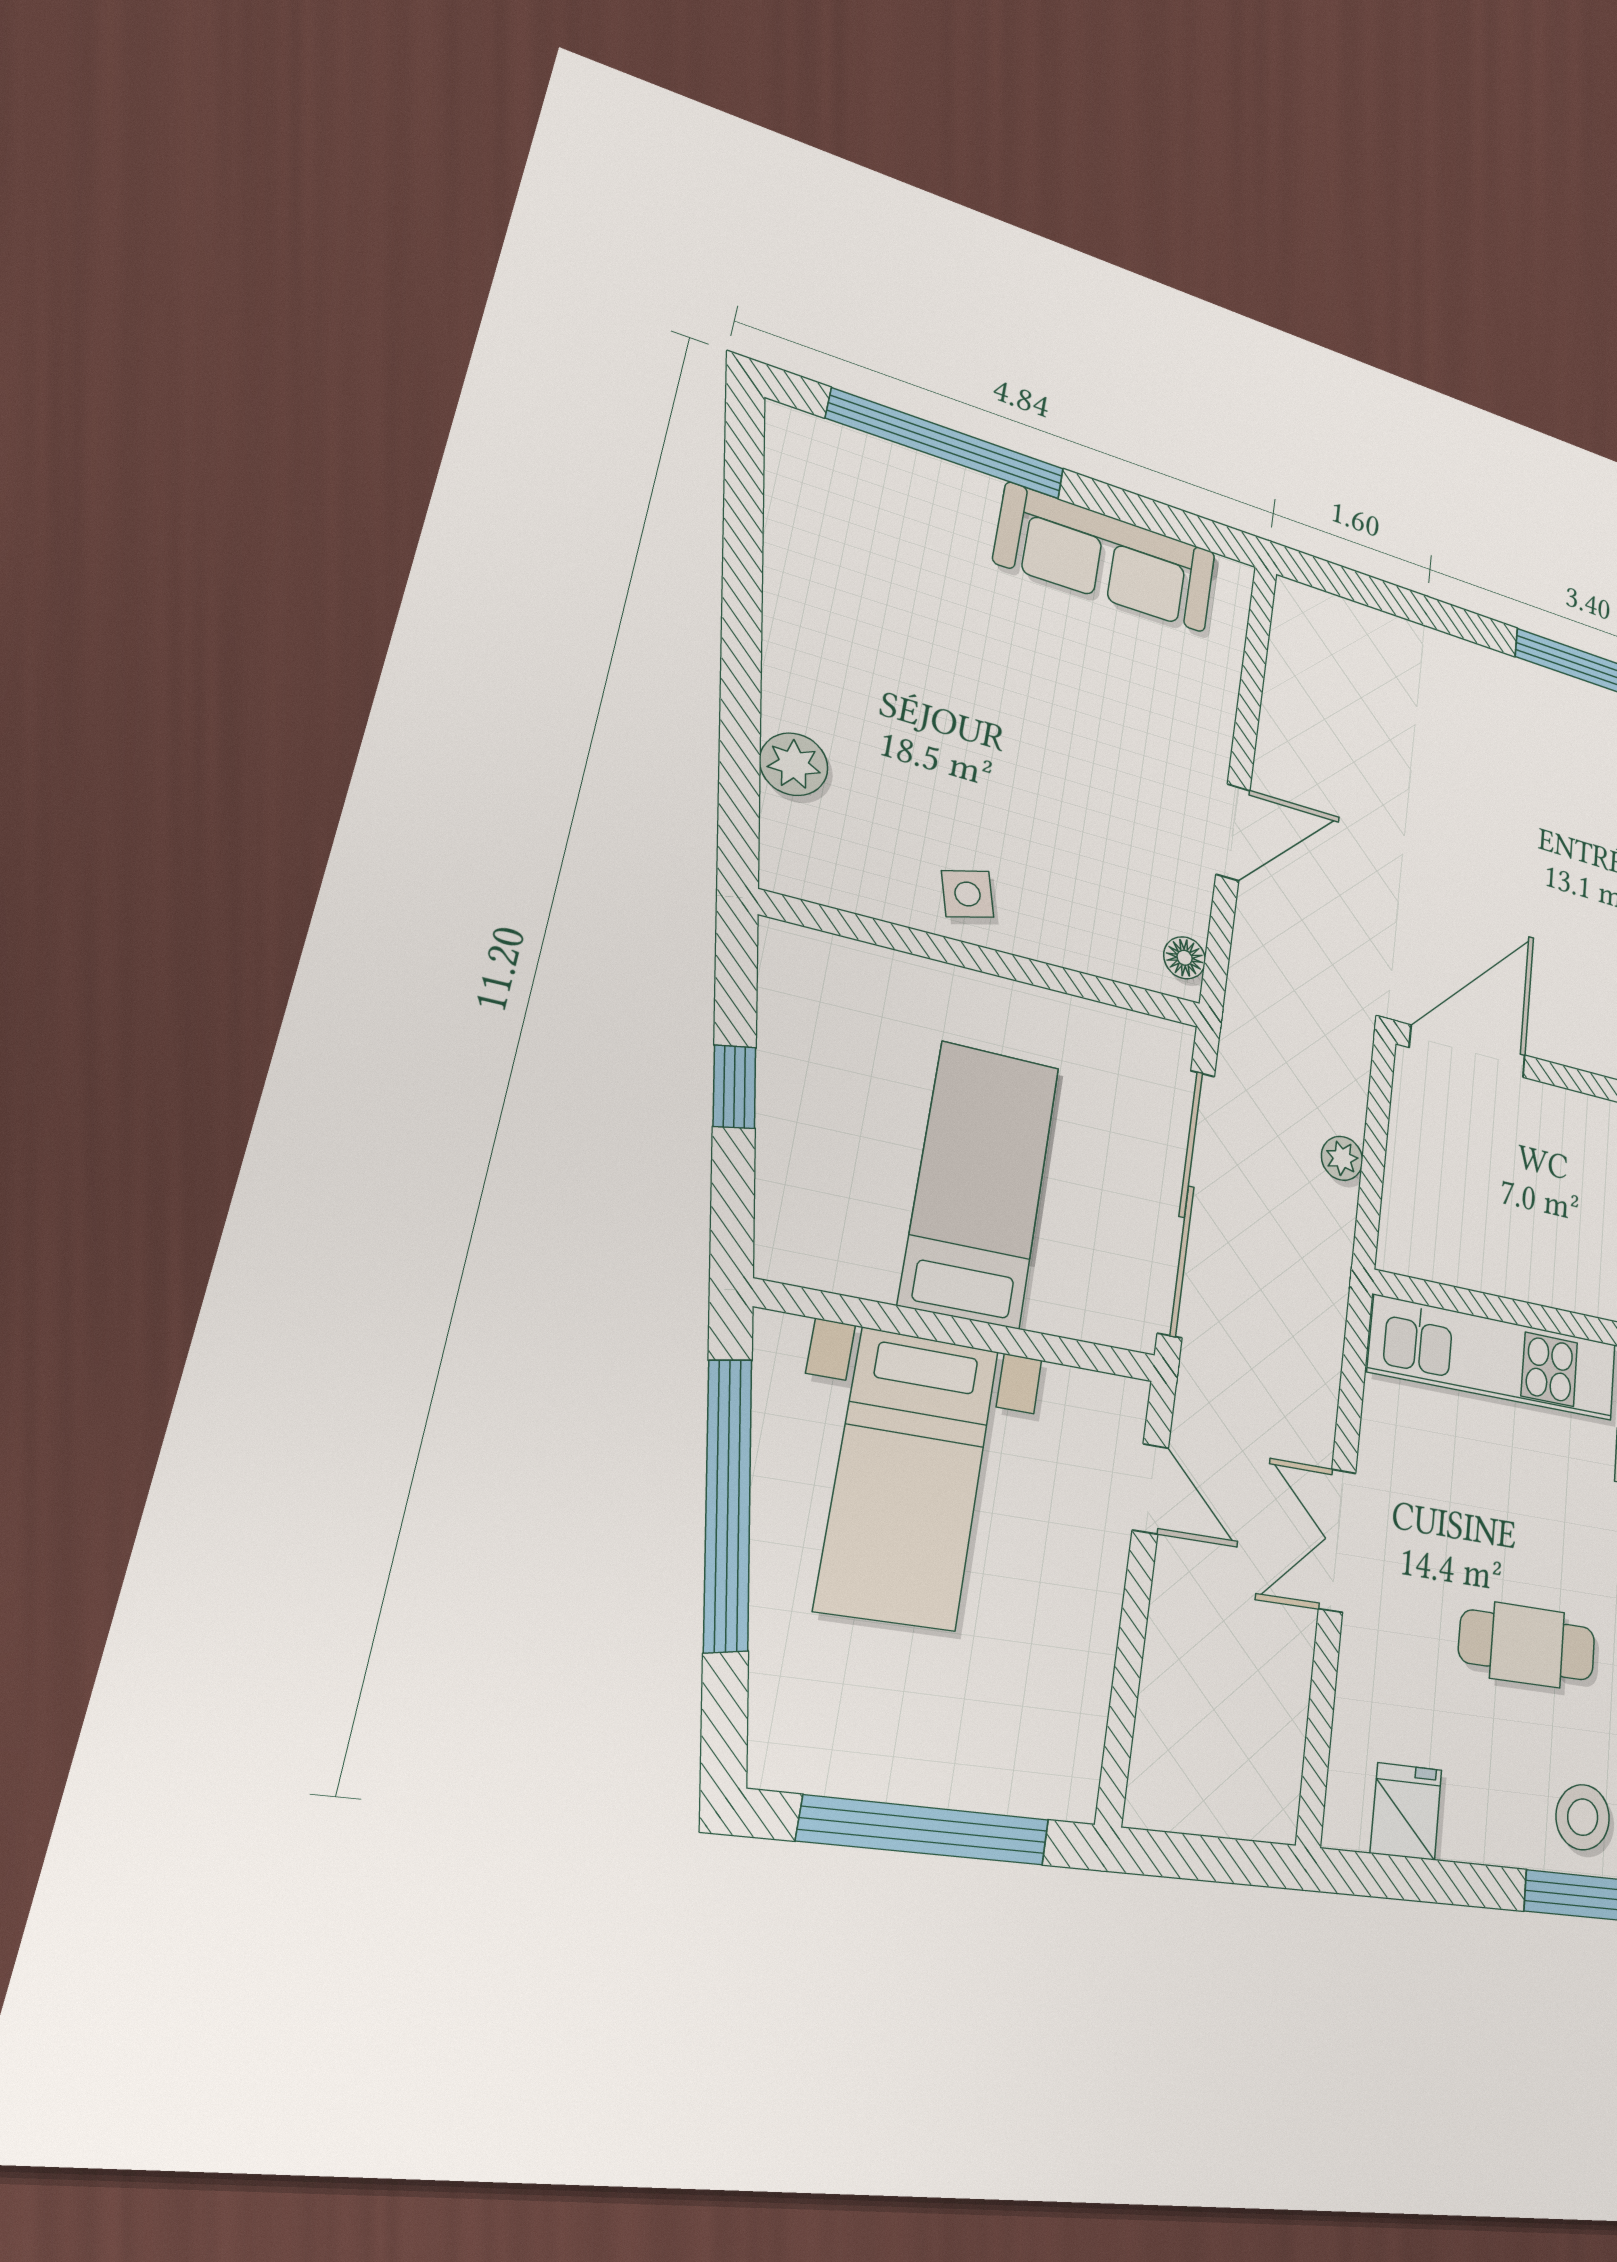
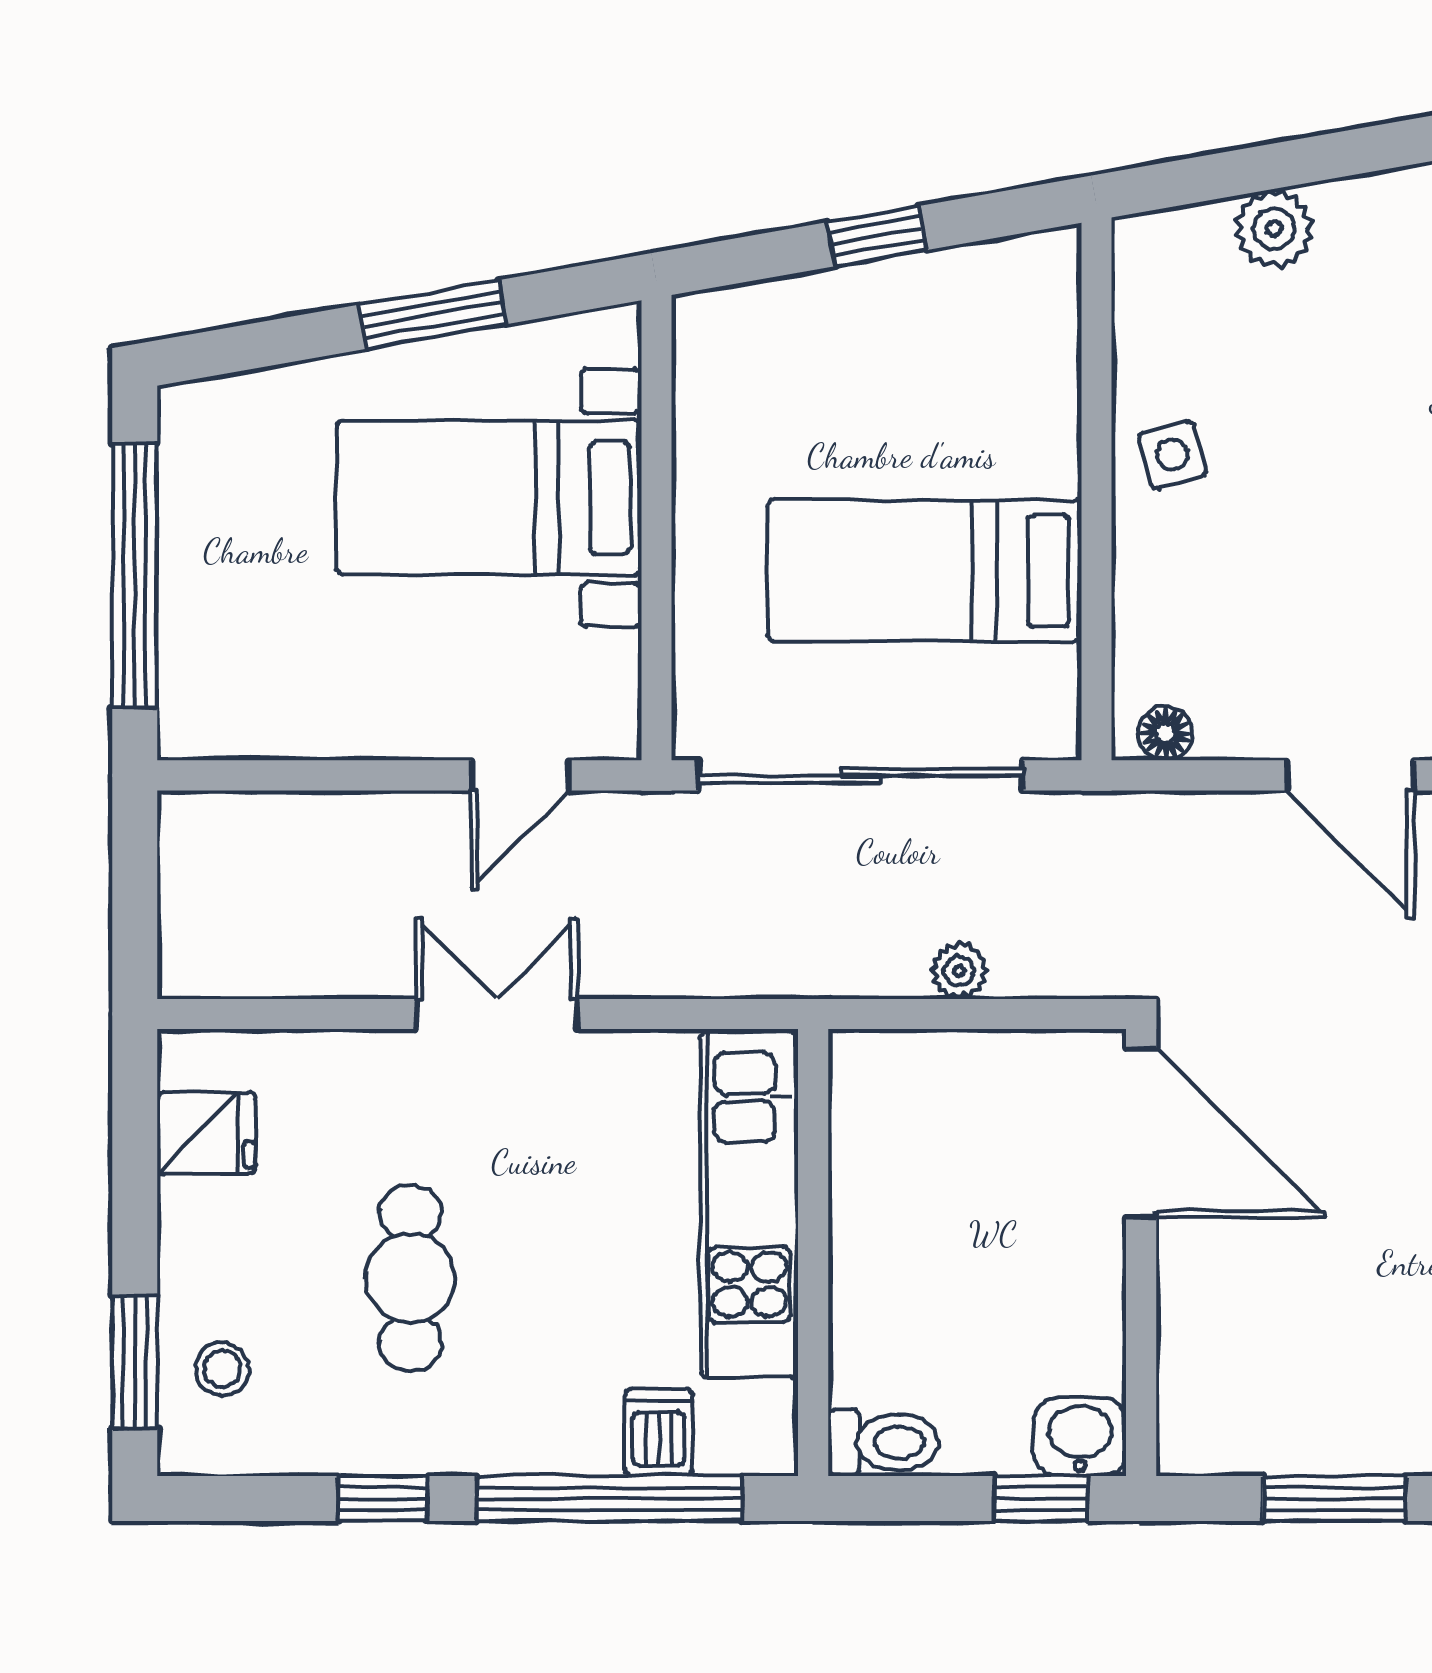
bed: (980, 1183) -> (924, 571), moved, turned 180
window: (728, 1504) -> (433, 314), width x0.47
stool: (1583, 1817) -> (222, 1369), width x0.73, depth x0.73

